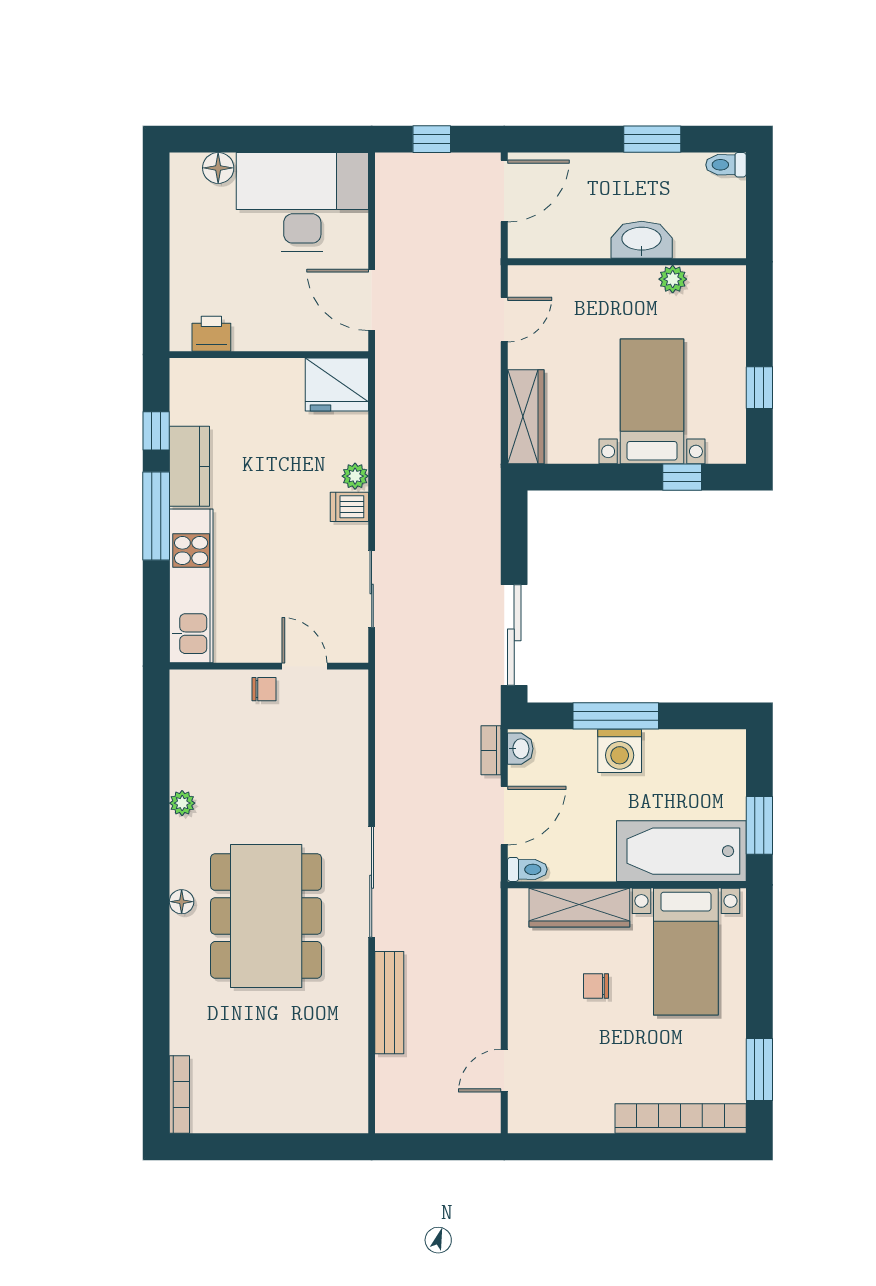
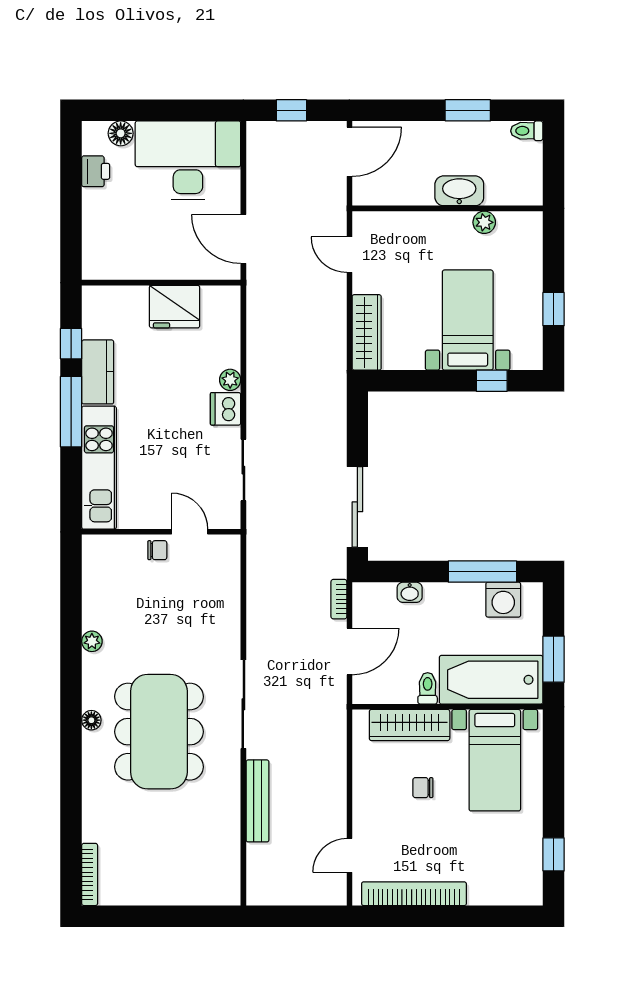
door: (504, 320) -> (349, 255), swing flipped
printer: (211, 334) -> (96, 171), moved, turned 90
fridge: (337, 385) -> (175, 307), moved
dishwasher: (349, 507) -> (226, 409), width x1.38
window: (616, 716) -> (482, 572), moved
washbasin: (520, 749) -> (410, 592), moved, turned 90
washing machine: (620, 751) -> (503, 600), moved
toilet: (527, 869) -> (428, 688), moved, turned -90
window: (759, 1070) -> (554, 854), width x0.67
bookcase: (681, 1119) -> (414, 894), moved

